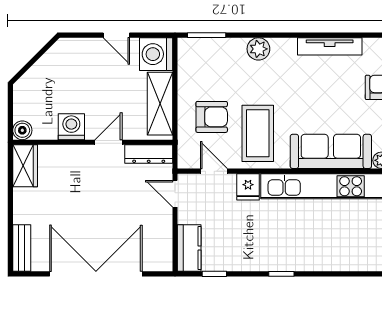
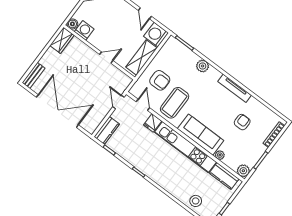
washing machine: (71, 127) -> (84, 30), moved
dresser: (149, 154) -> (120, 76), removed

